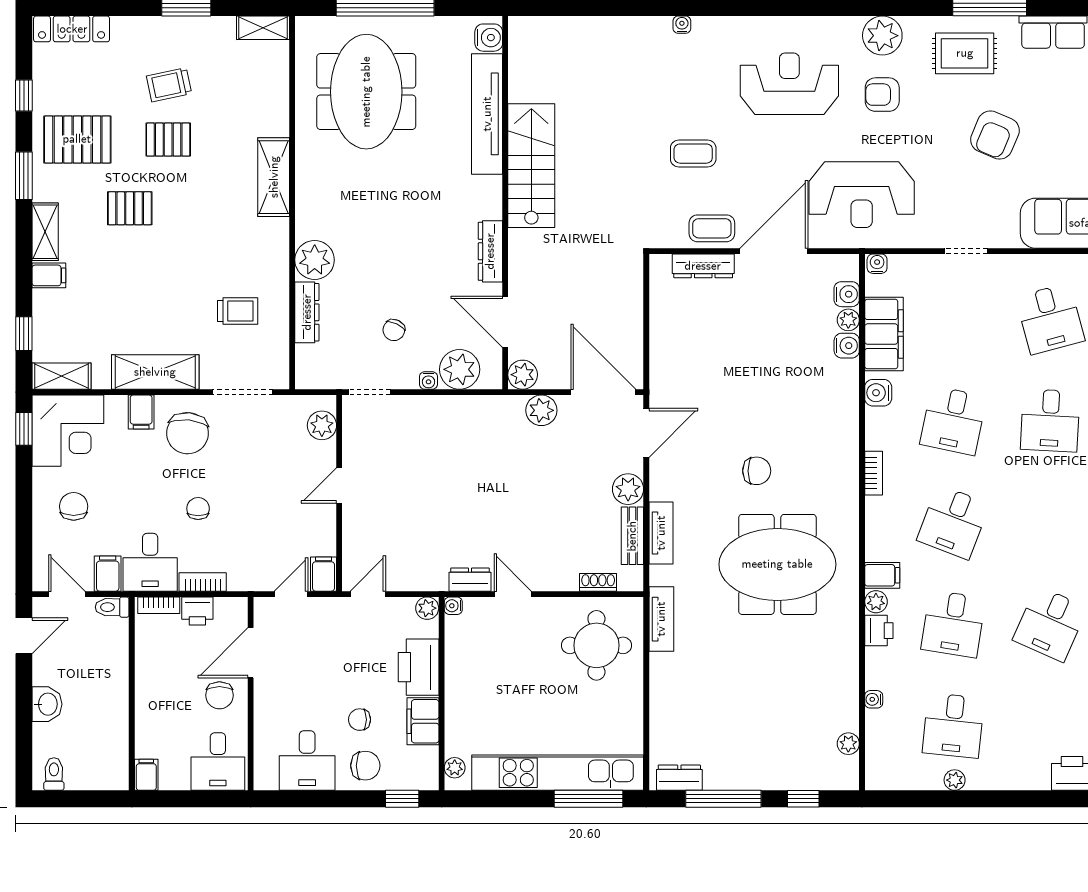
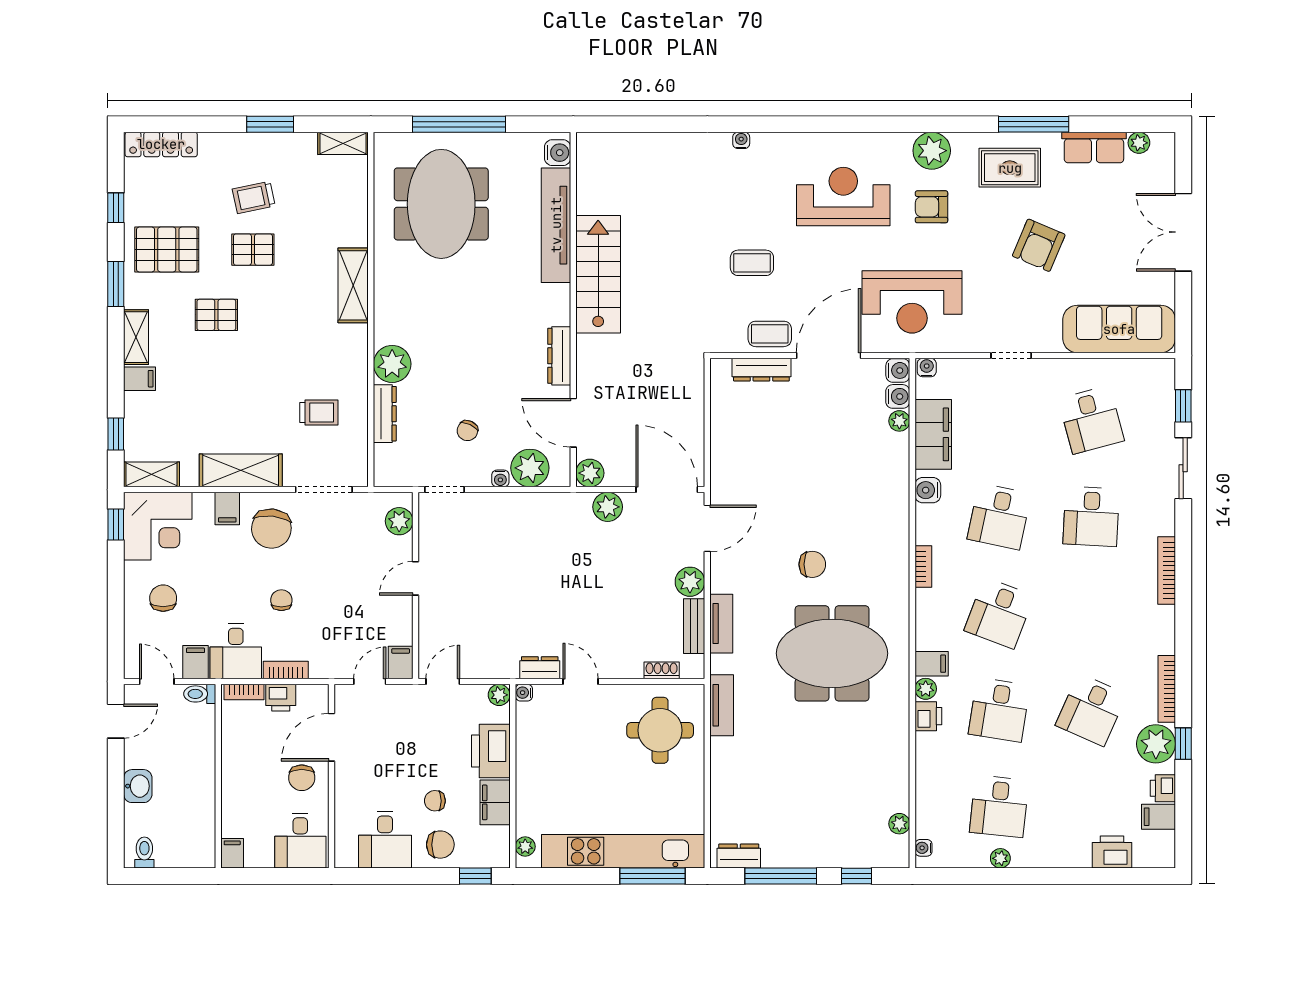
water cooler: (847, 346) -> (898, 370), moved
water cooler: (874, 699) -> (923, 848), moved

